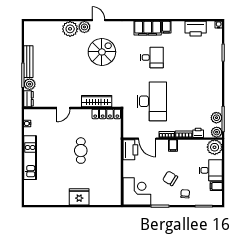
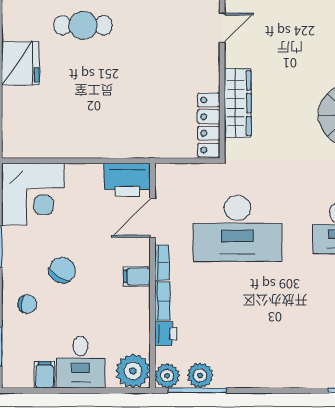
door: (63, 108) -> (222, 28), swing flipped
cafe table: (81, 151) -> (83, 25), moved

